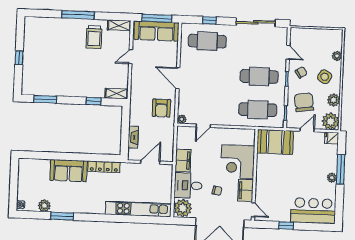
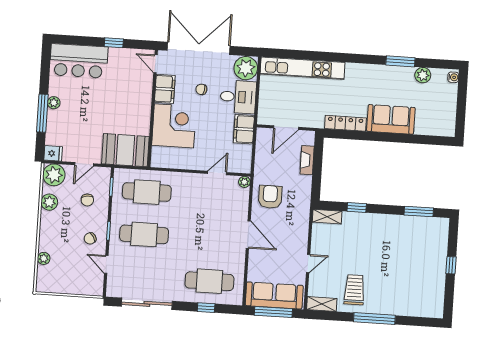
side table: (325, 77) -> (60, 232), removed
chair: (304, 102) -> (87, 200), width x0.54, depth x0.54

